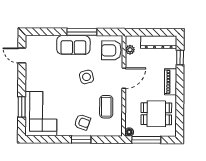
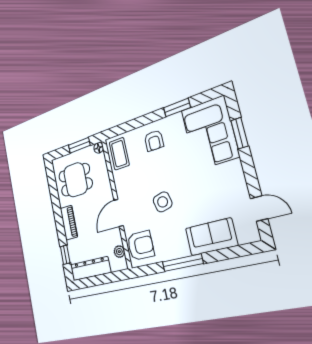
sofa: (73, 45) -> (211, 237), moved
coffee table: (106, 107) -> (119, 154), moved
armchair: (82, 122) -> (154, 141), turned -109
window: (81, 139) -> (177, 108), moved
window: (146, 140) -> (79, 145), width x0.69

